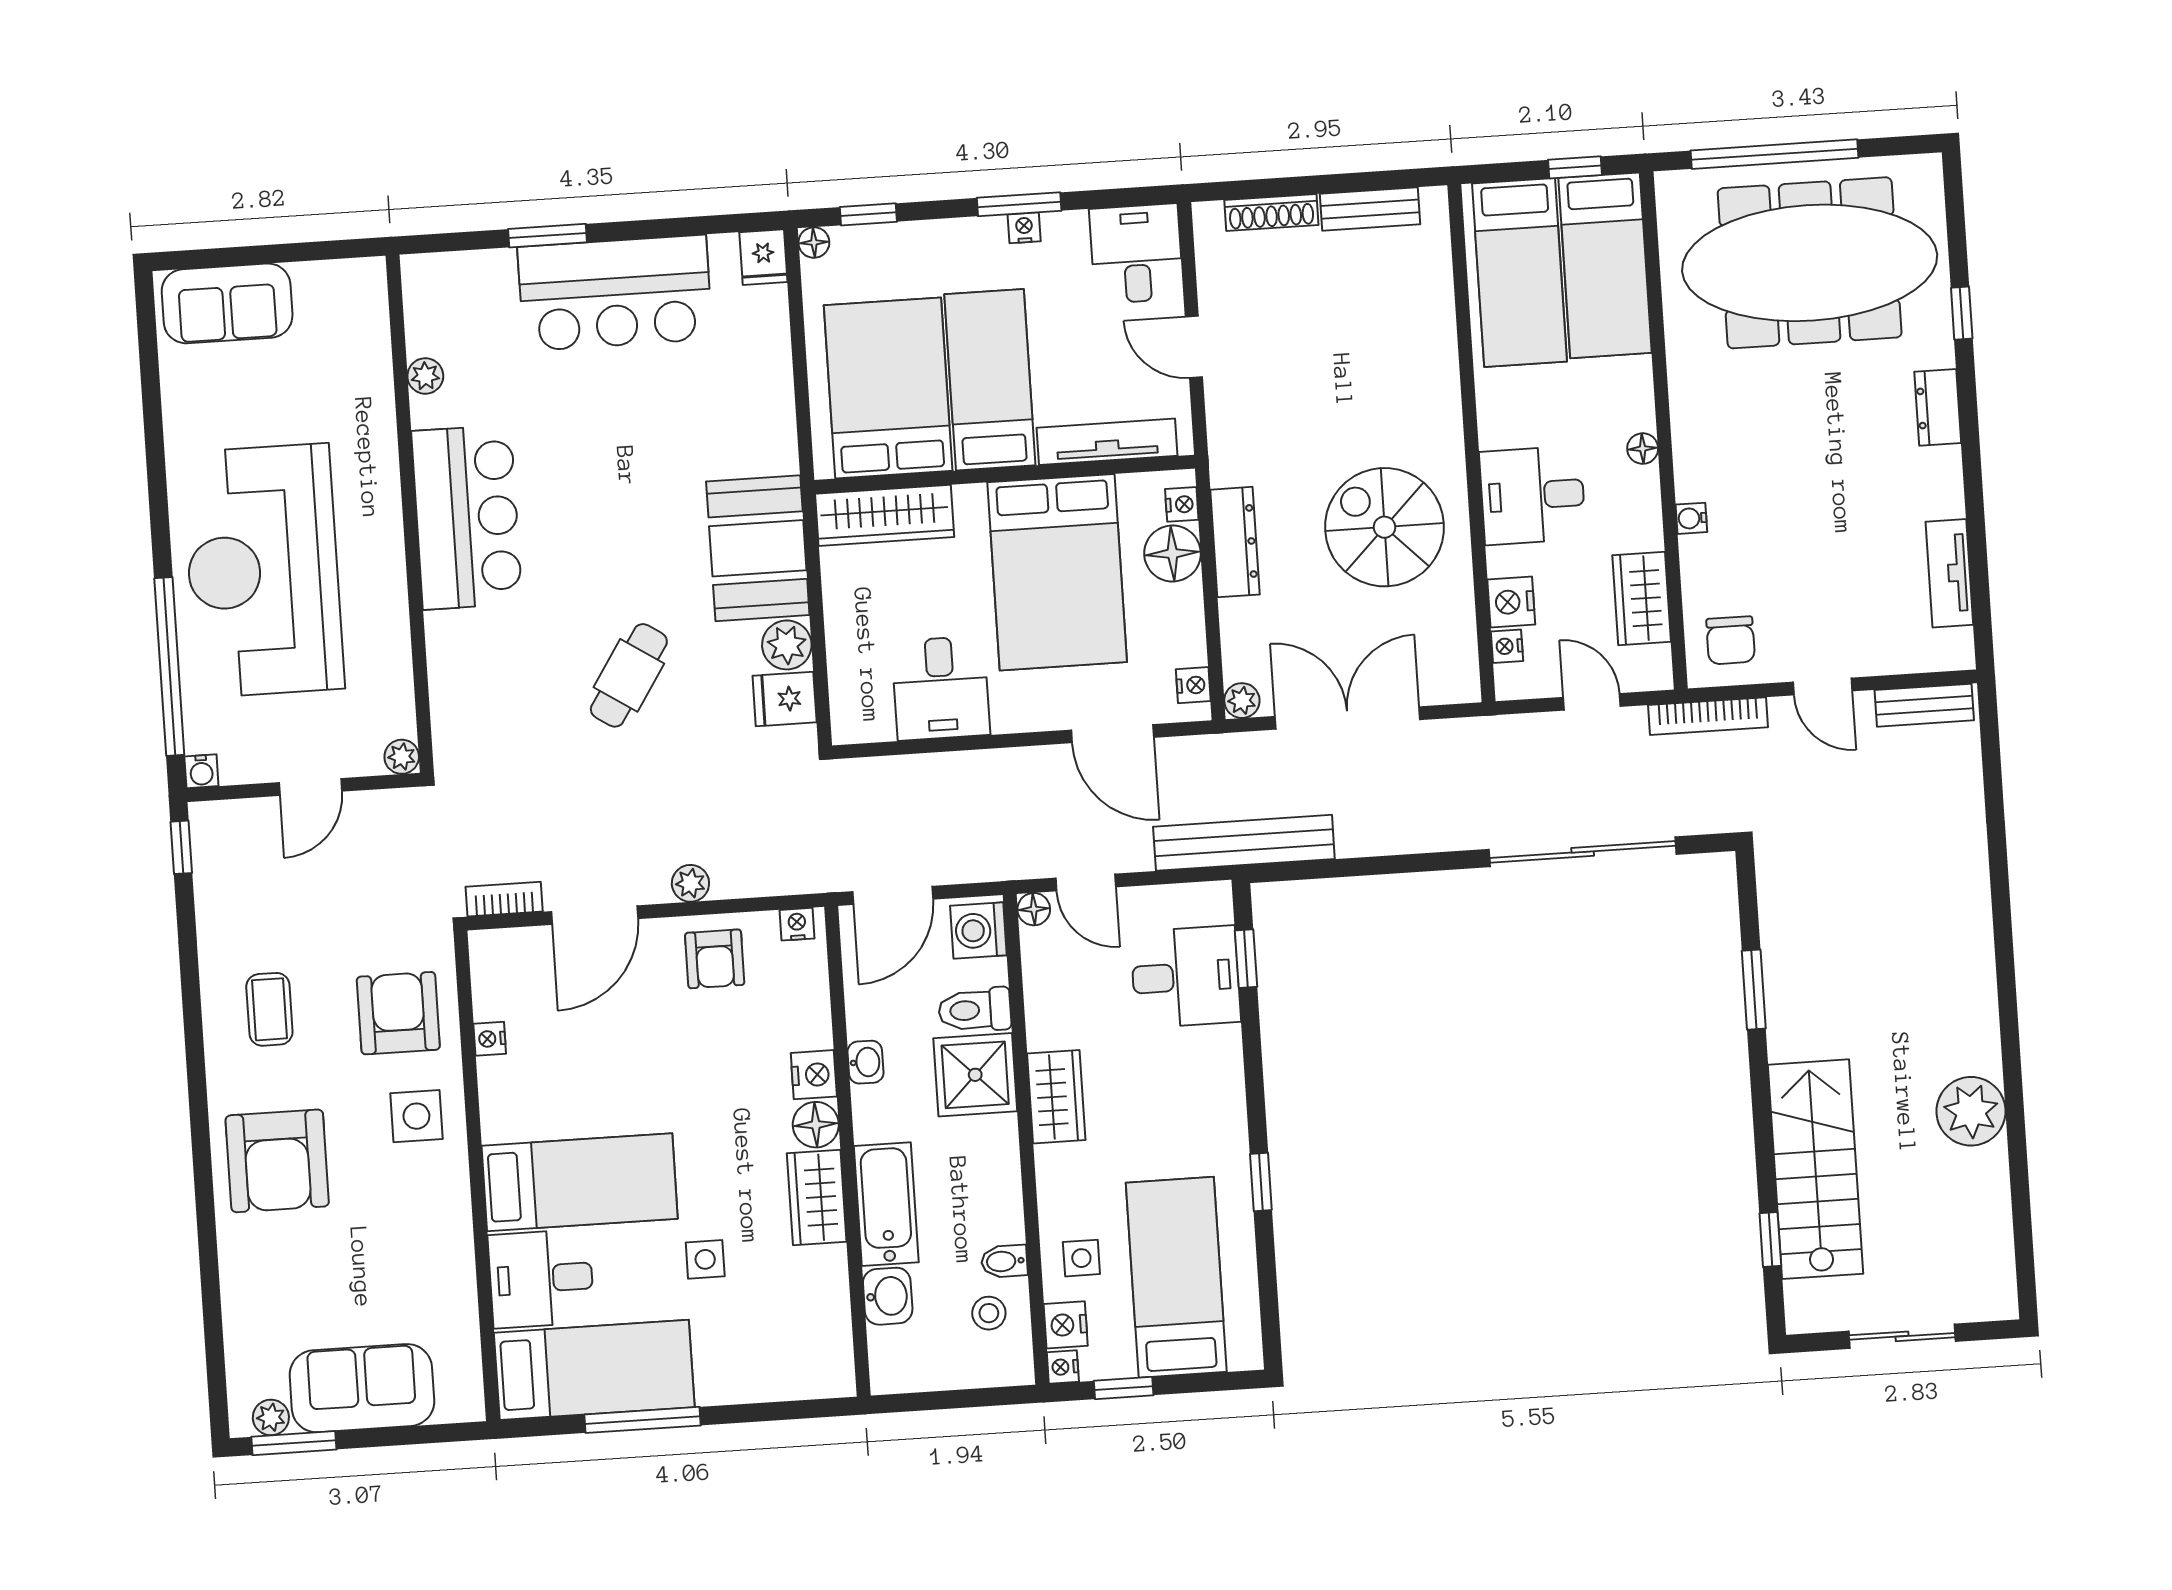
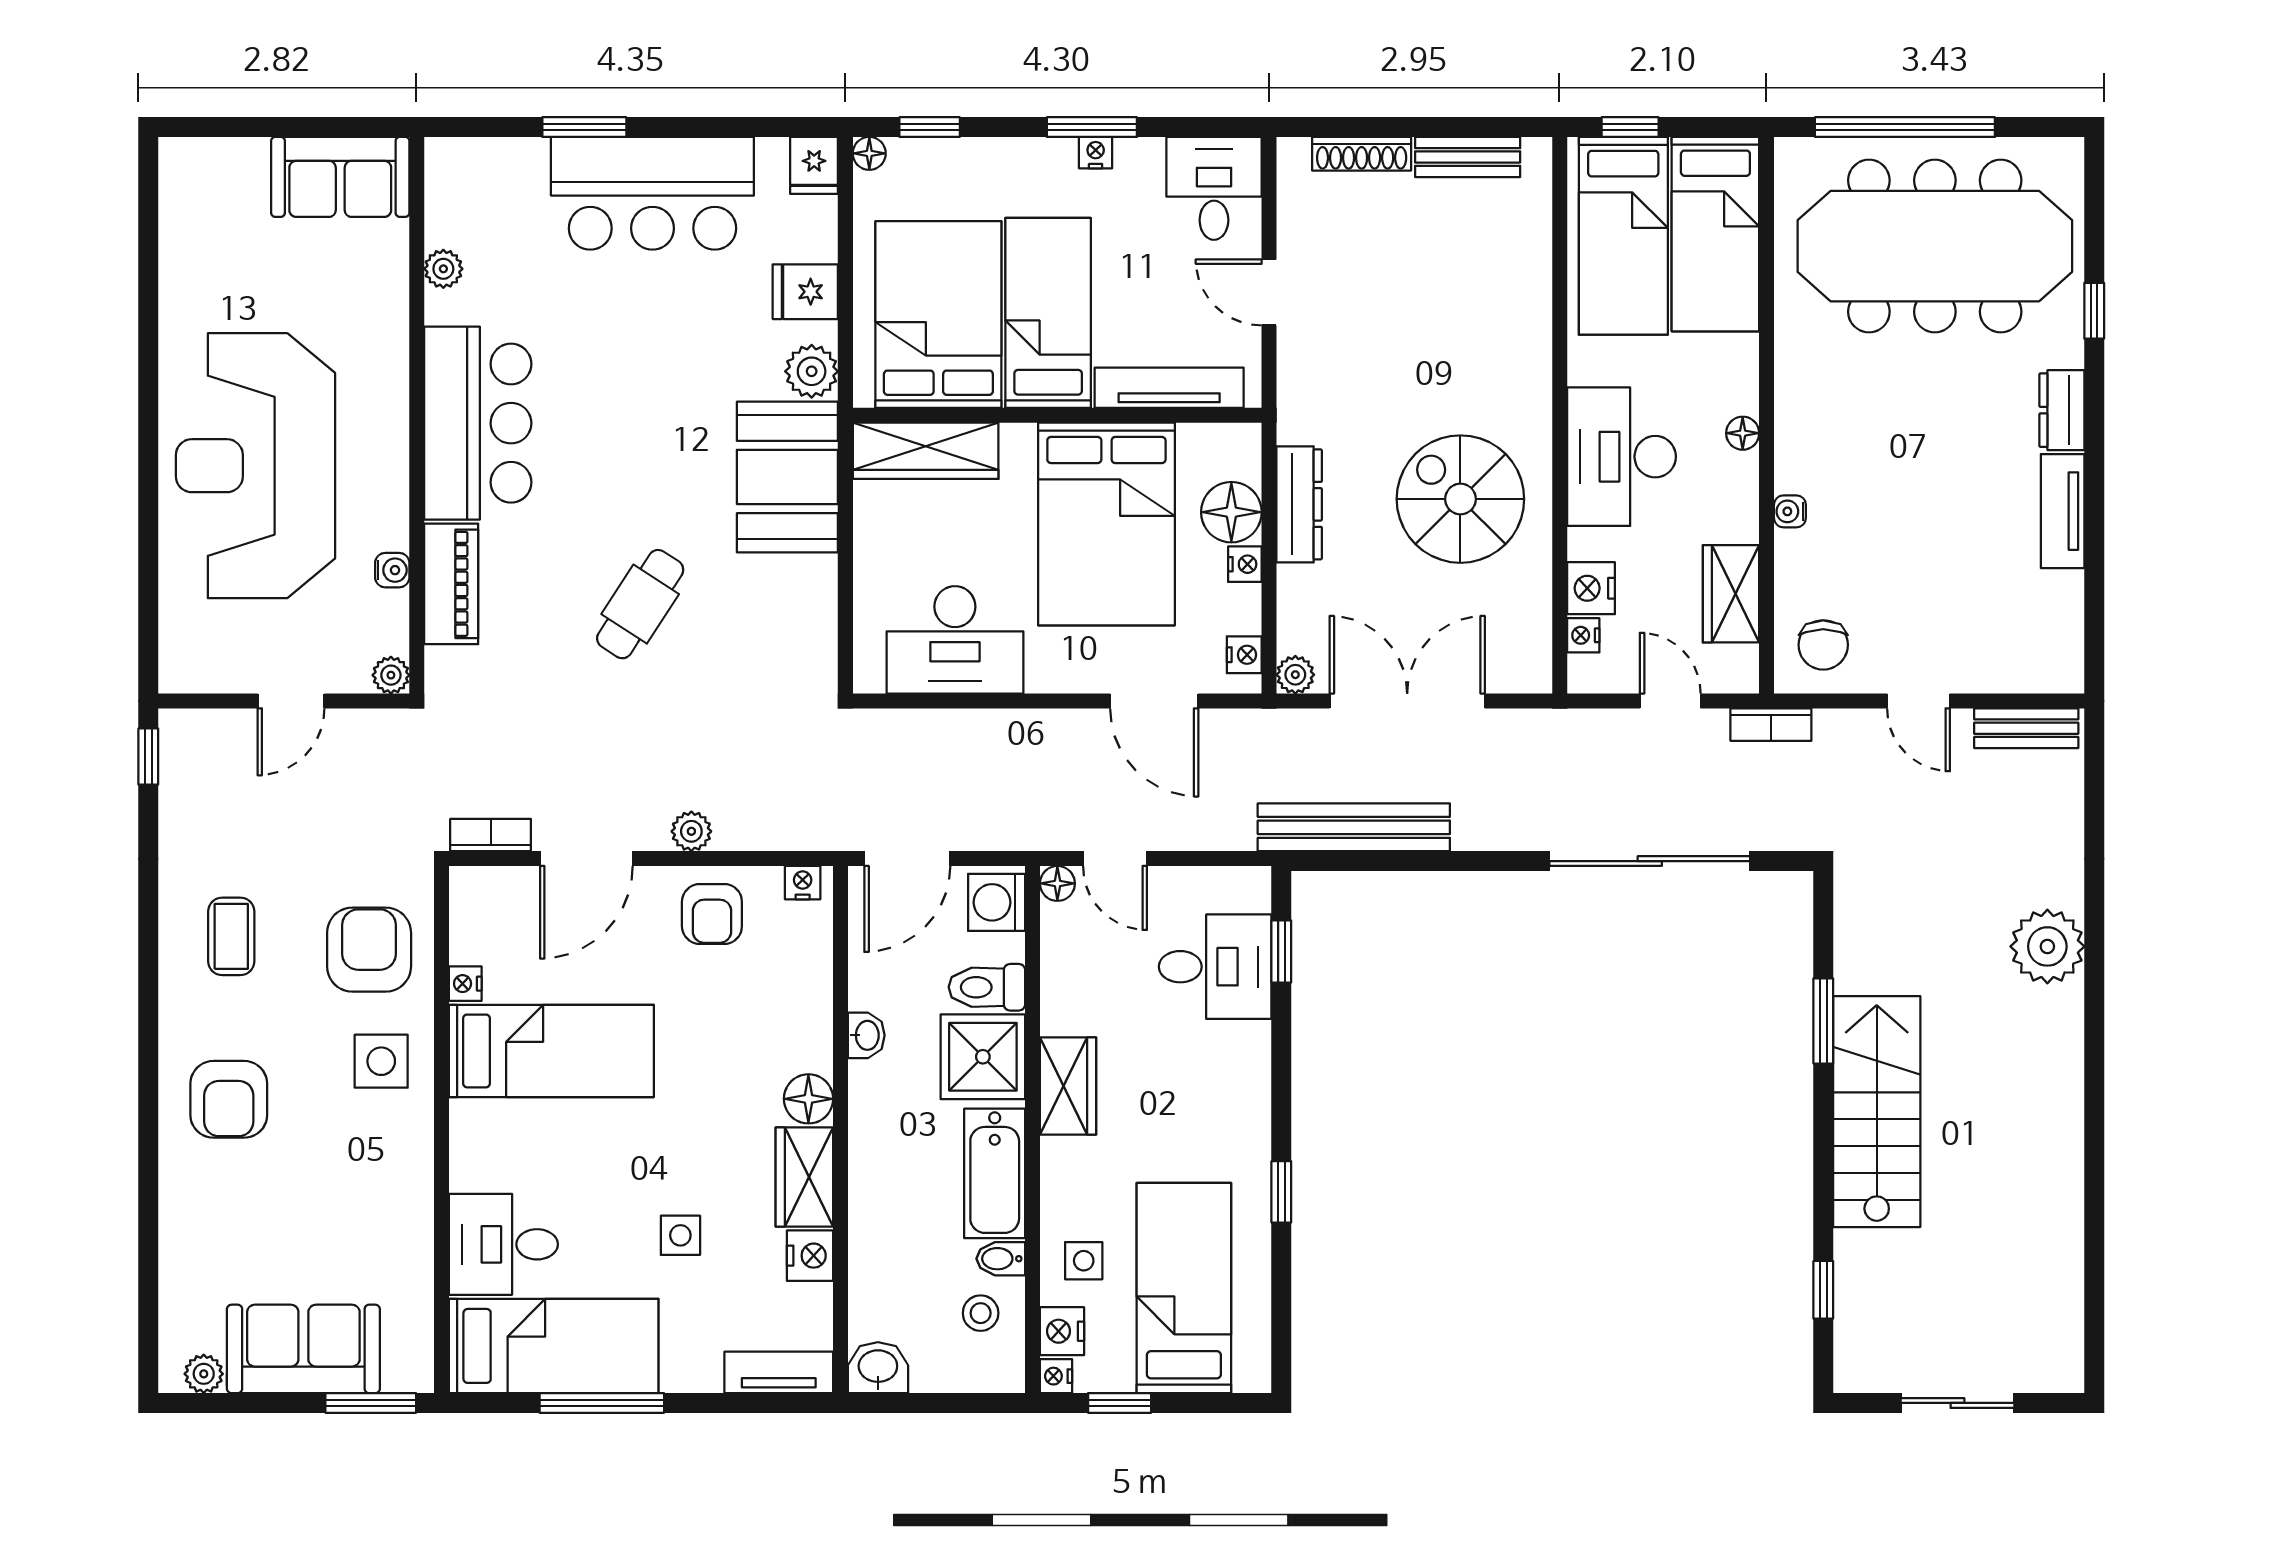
window: (1575, 167) -> (1630, 127), moved
sofa: (227, 303) -> (340, 177), moved
desk: (1533, 495) -> (1621, 457), width x1.37
nightstand: (1182, 504) -> (1245, 564), moved
tv unit: (1949, 573) -> (2063, 511), moved
plant: (787, 645) -> (812, 371), moved
window: (169, 666) -> (148, 562), removed
piano: (452, 668) -> (451, 584), added
desk: (941, 688) -> (955, 640), width x1.37
fridge: (785, 699) -> (805, 292), moved
bookcase: (1708, 716) -> (1771, 725), width x0.64
water cooler: (201, 771) -> (392, 570), moved, turned -90
bench: (1244, 843) -> (1354, 827), moved
nightstand: (814, 1075) -> (810, 1256), moved
plant: (1971, 1111) -> (2047, 946), moved
armchair: (277, 1161) -> (229, 1099), width x0.73, depth x0.73
stairs: (1816, 1169) -> (1877, 1112), moved
bed: (580, 1182) -> (551, 1051), moved
bathtub: (886, 1204) -> (995, 1173), moved, turned 180
washbasin: (888, 1296) -> (878, 1368), moved, turned -90
tv unit: (805, 1381) -> (779, 1372), added
window: (294, 1443) -> (371, 1403), moved

